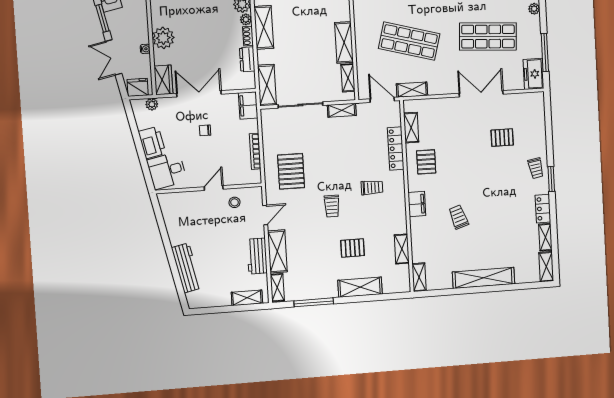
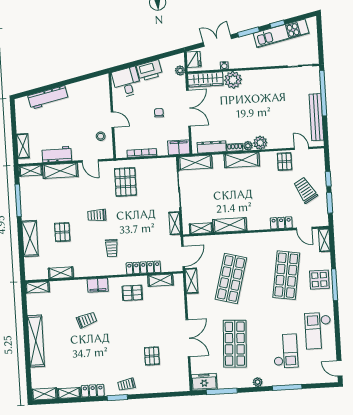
dresser: (247, 59) -> (212, 147), width x1.44
wardrobe: (163, 80) -> (205, 79), width x1.50
pallet: (291, 171) -> (125, 182), turned 90

